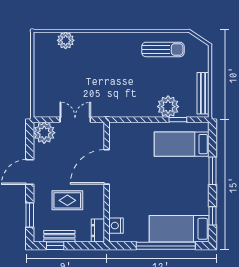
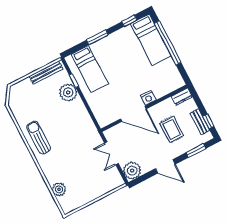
sun lounger: (163, 49) -> (39, 138), moved
nightstand: (116, 226) -> (148, 98), moved

